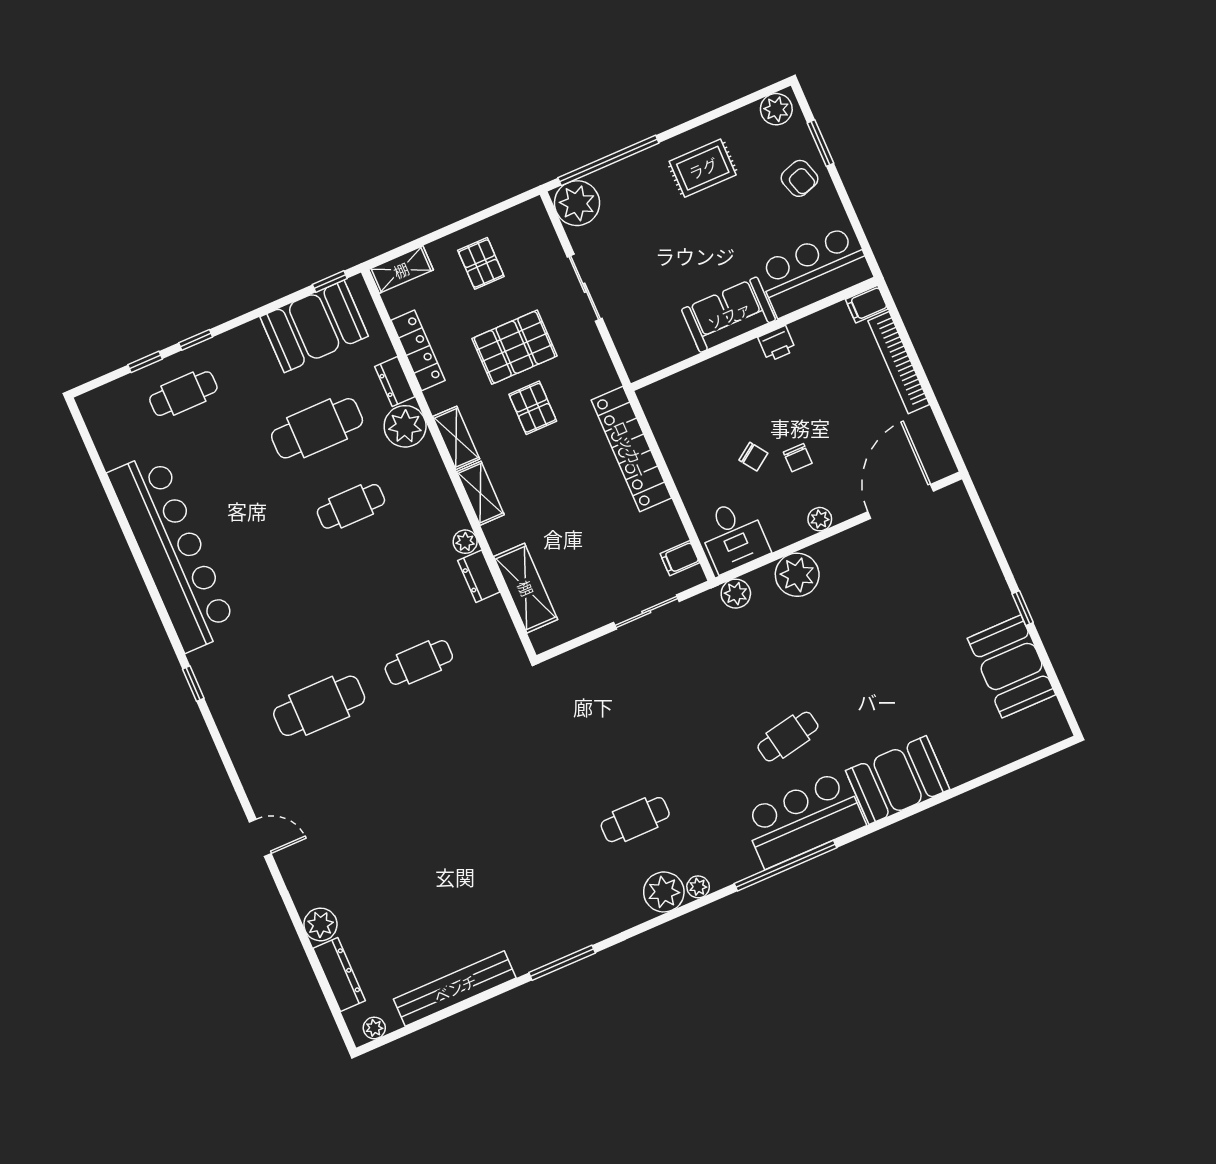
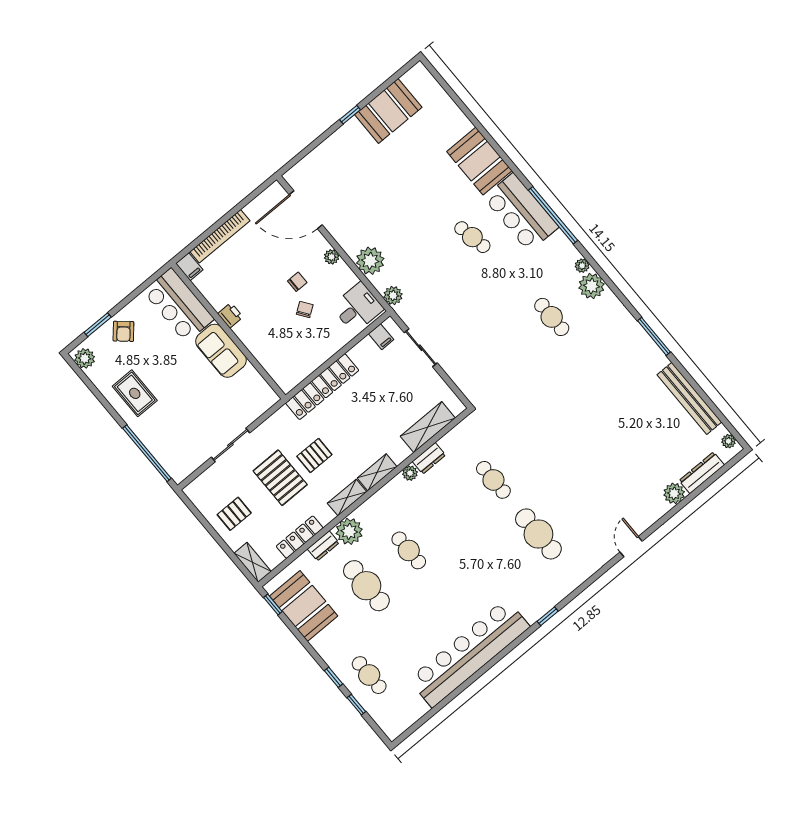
armchair: (800, 178) -> (123, 331), turned 149
plant: (577, 203) -> (179, 465), removed

